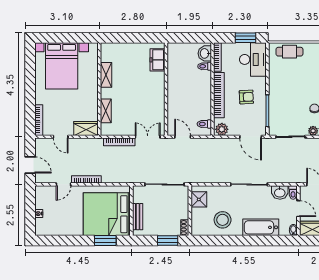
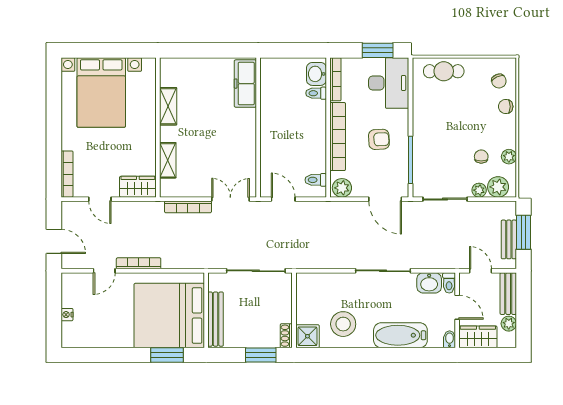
freezer: (157, 60) -> (245, 84), width x1.40
shower: (199, 199) -> (307, 336), moved
bench: (138, 217) -> (216, 319), width x1.36

